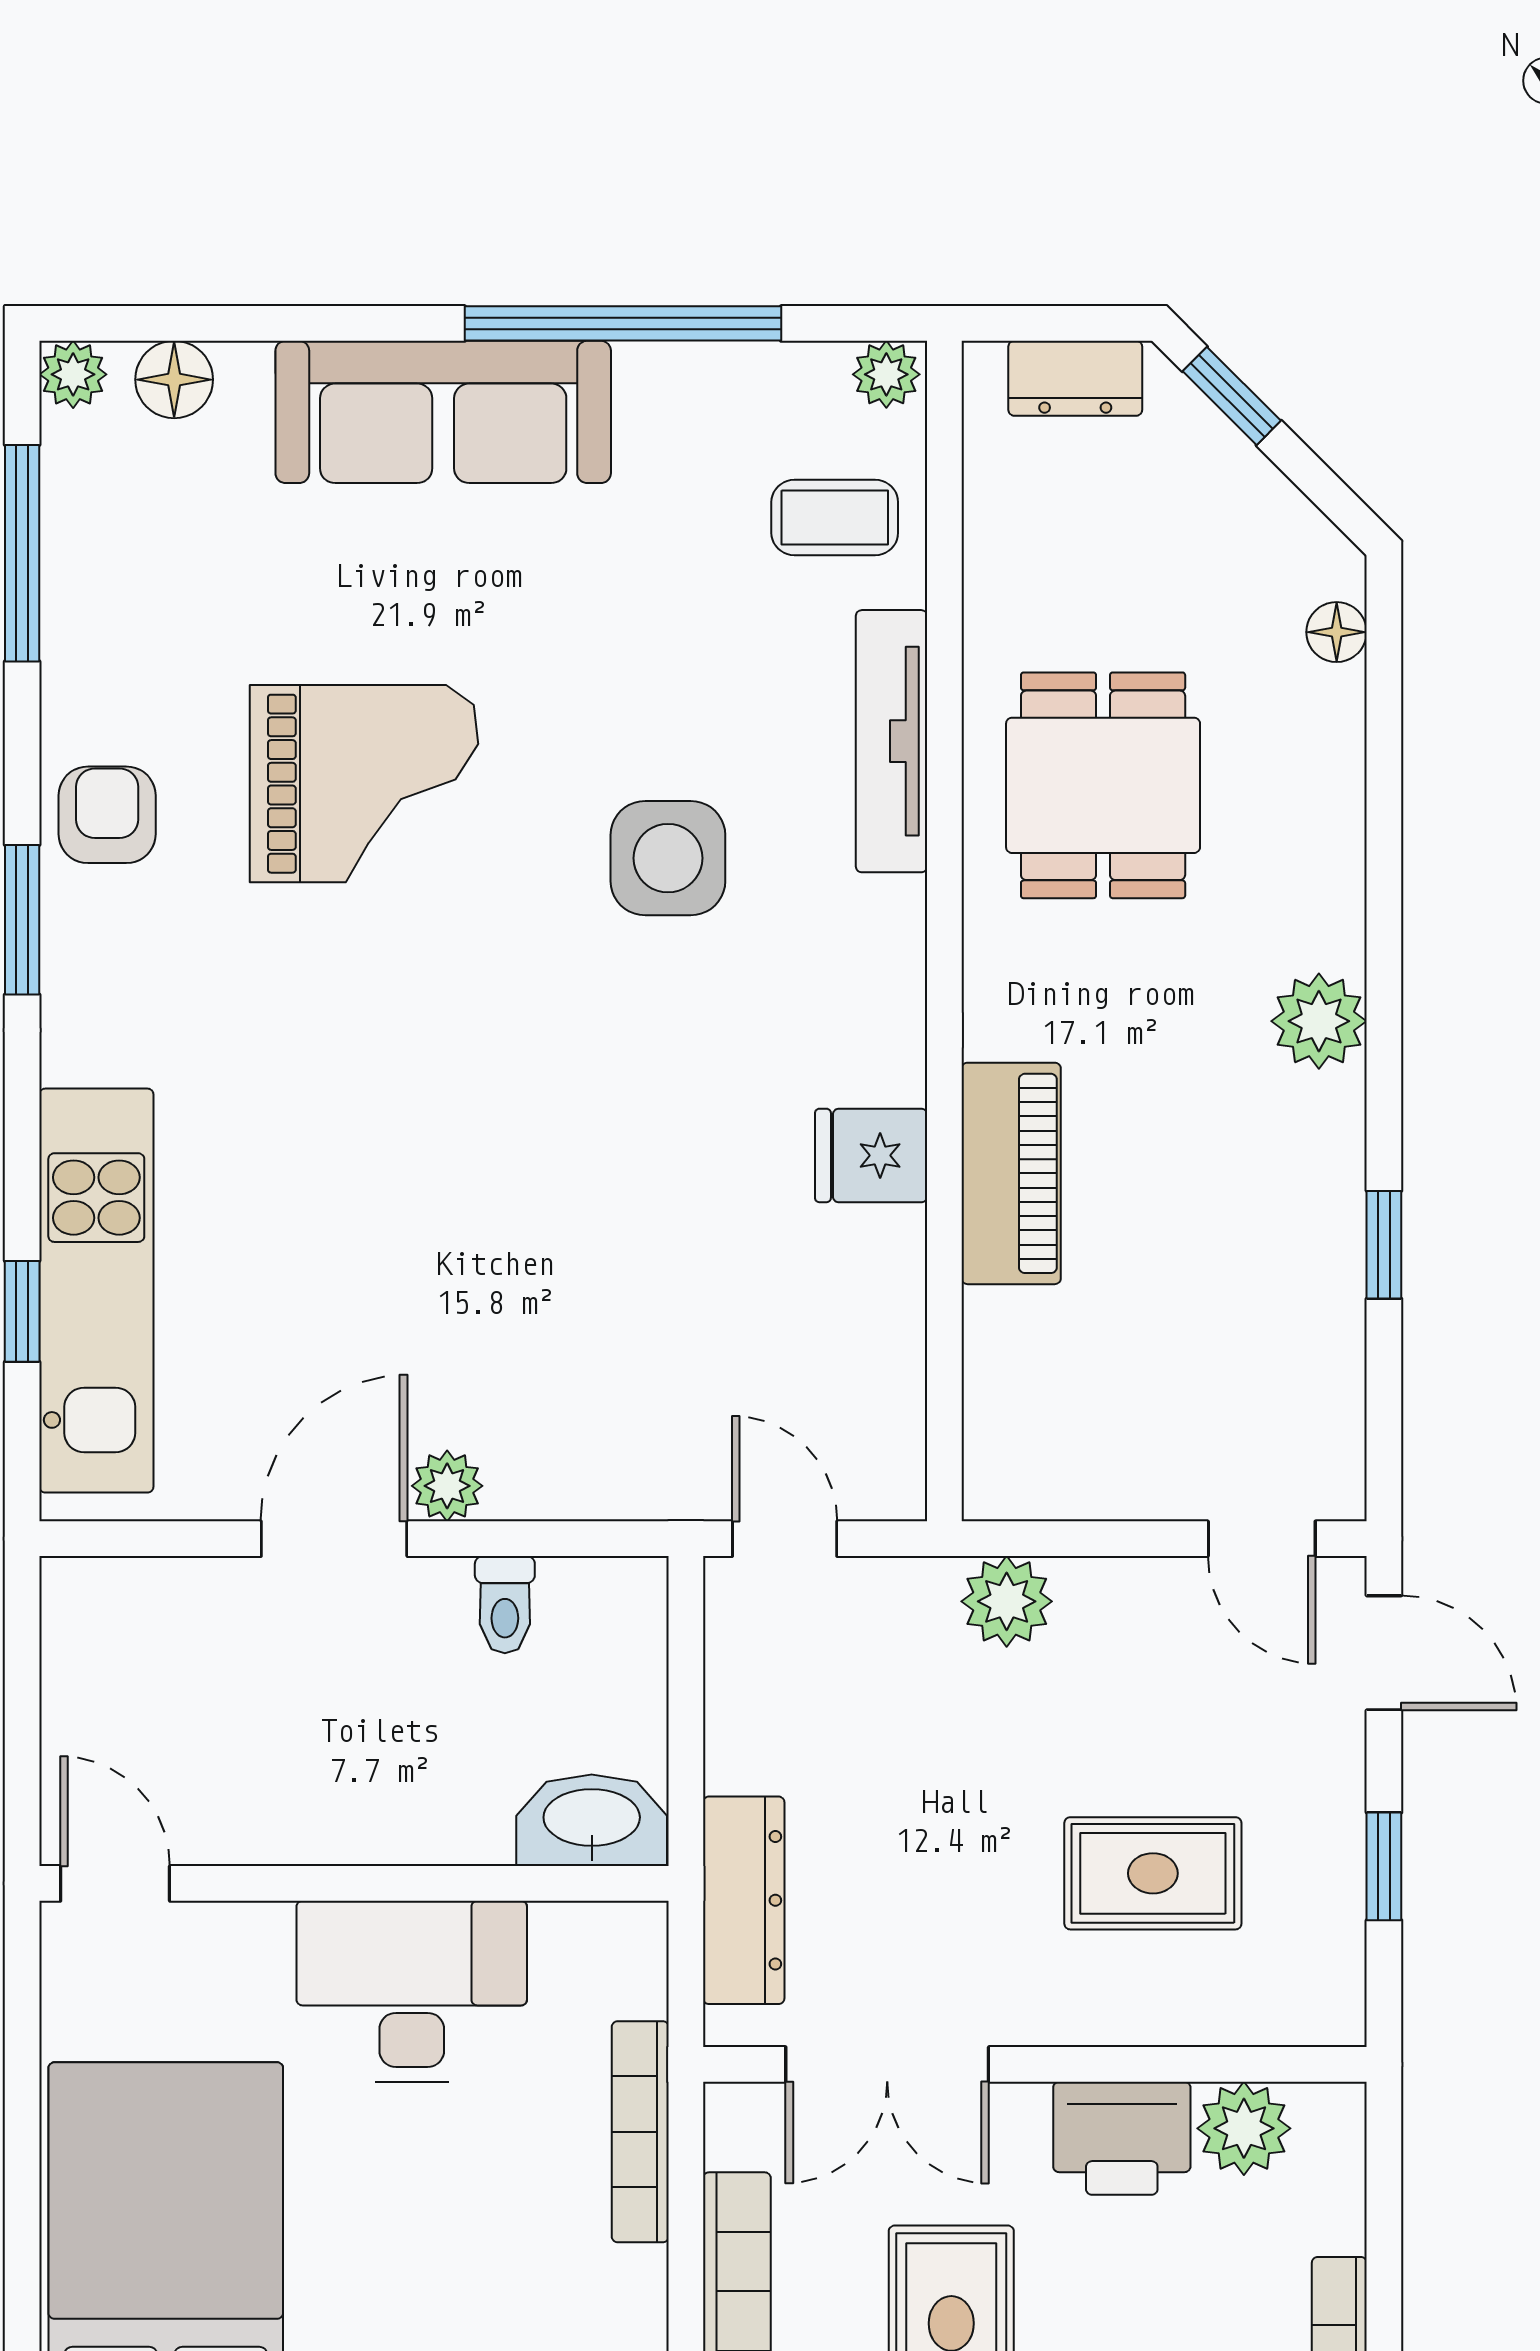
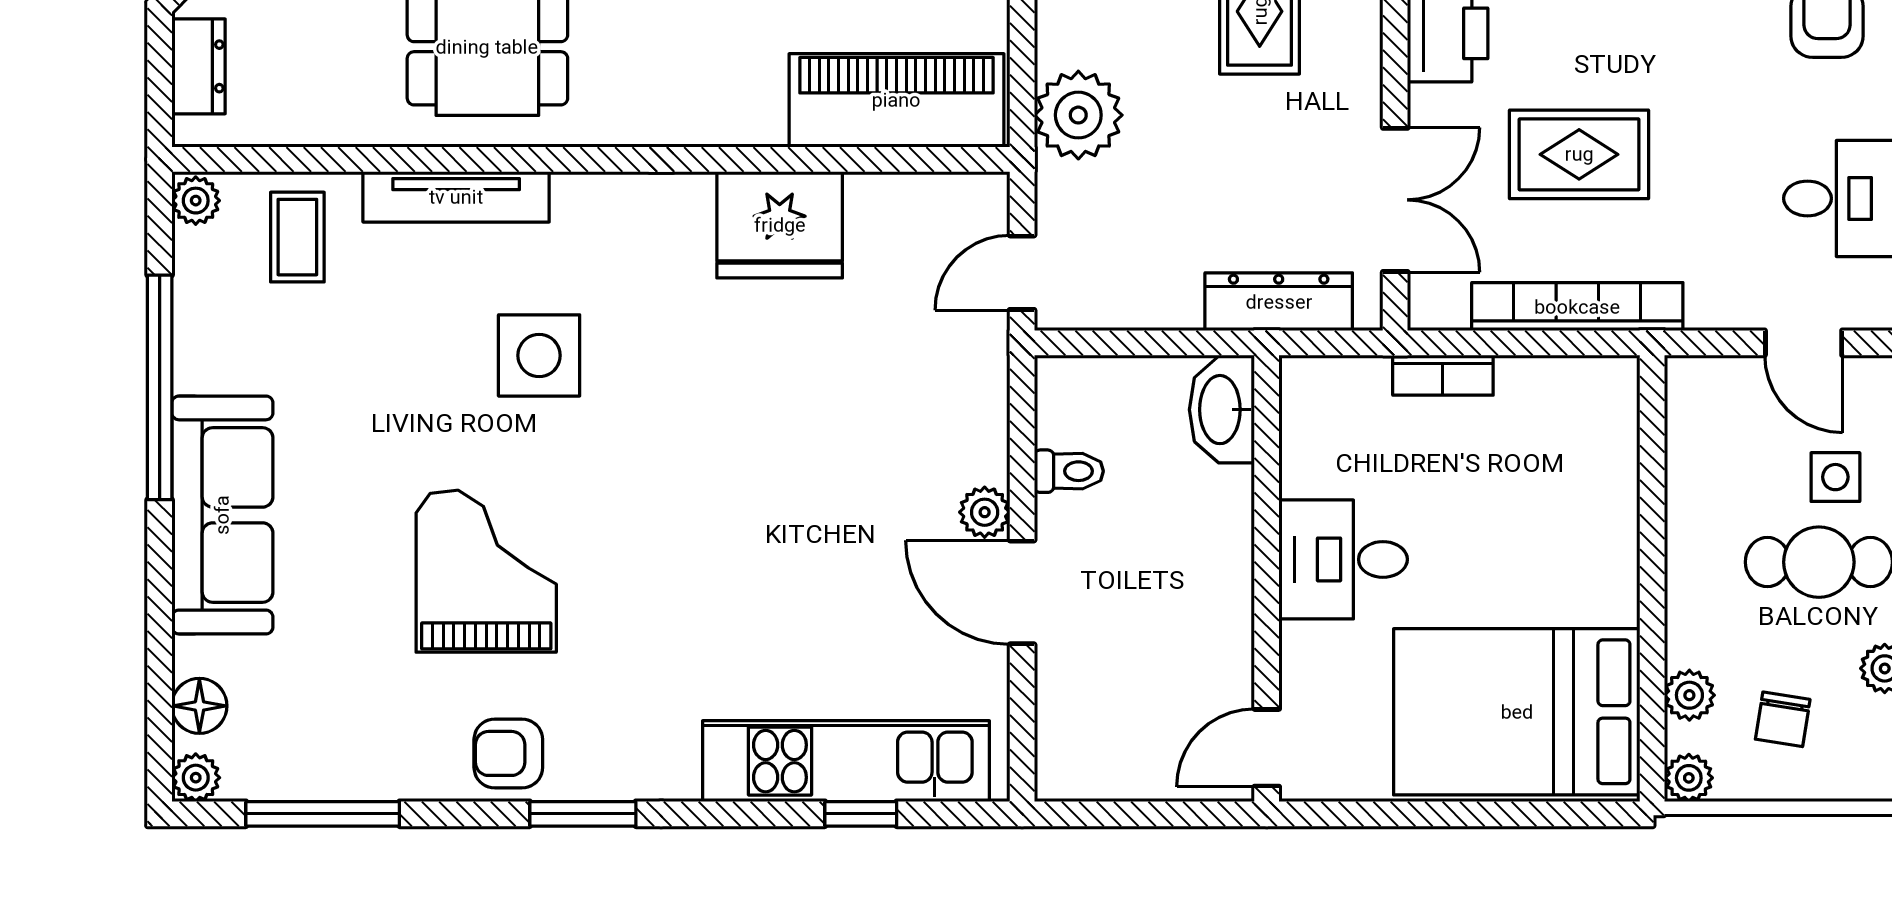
fridge: (871, 1155) -> (780, 225), width x1.88, depth x1.34
piano: (1011, 1173) -> (896, 100), moved, width x1.37, depth x1.33
plant: (1007, 1601) -> (1078, 115), width x1.36, depth x1.36
desk: (412, 1991) -> (1343, 559), width x0.73
bookcase: (640, 2132) -> (1443, 375), width x0.64

